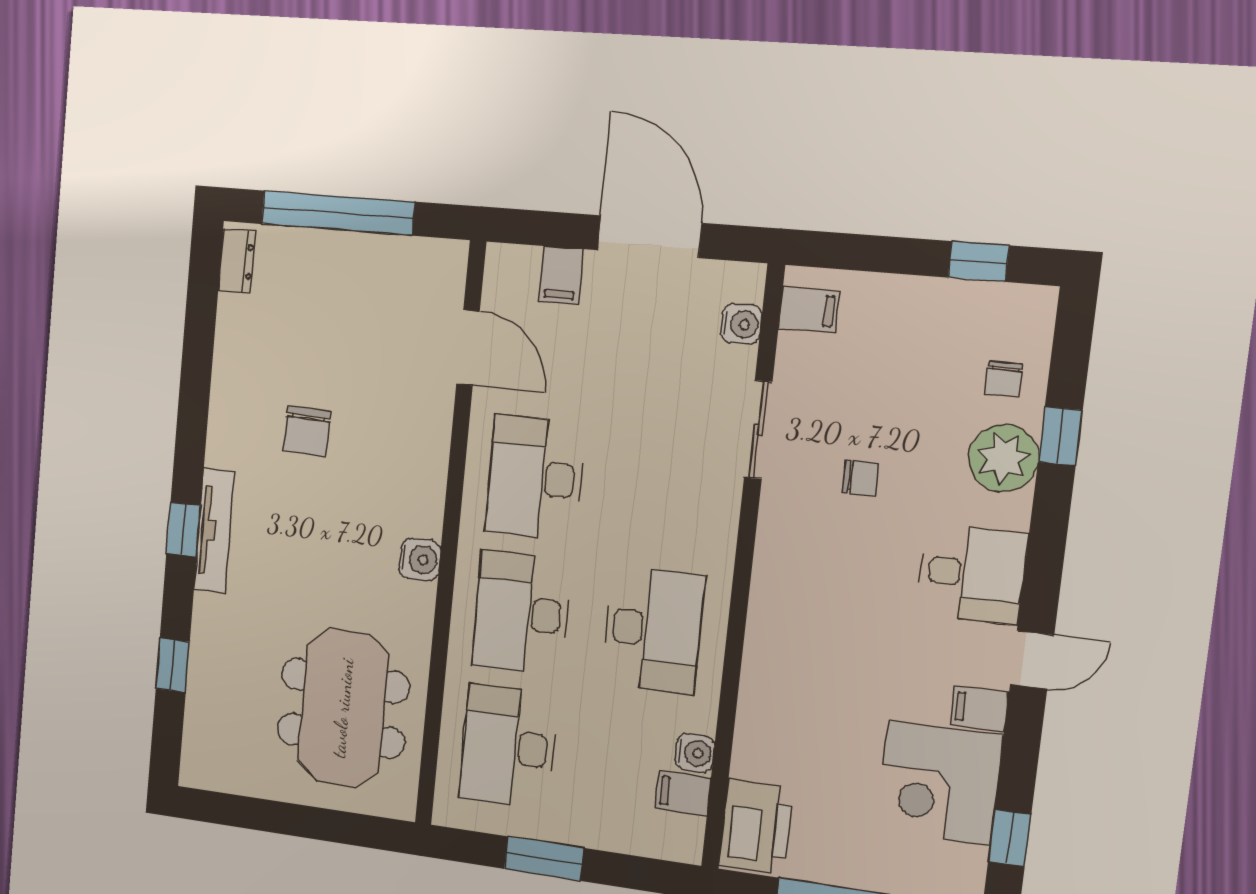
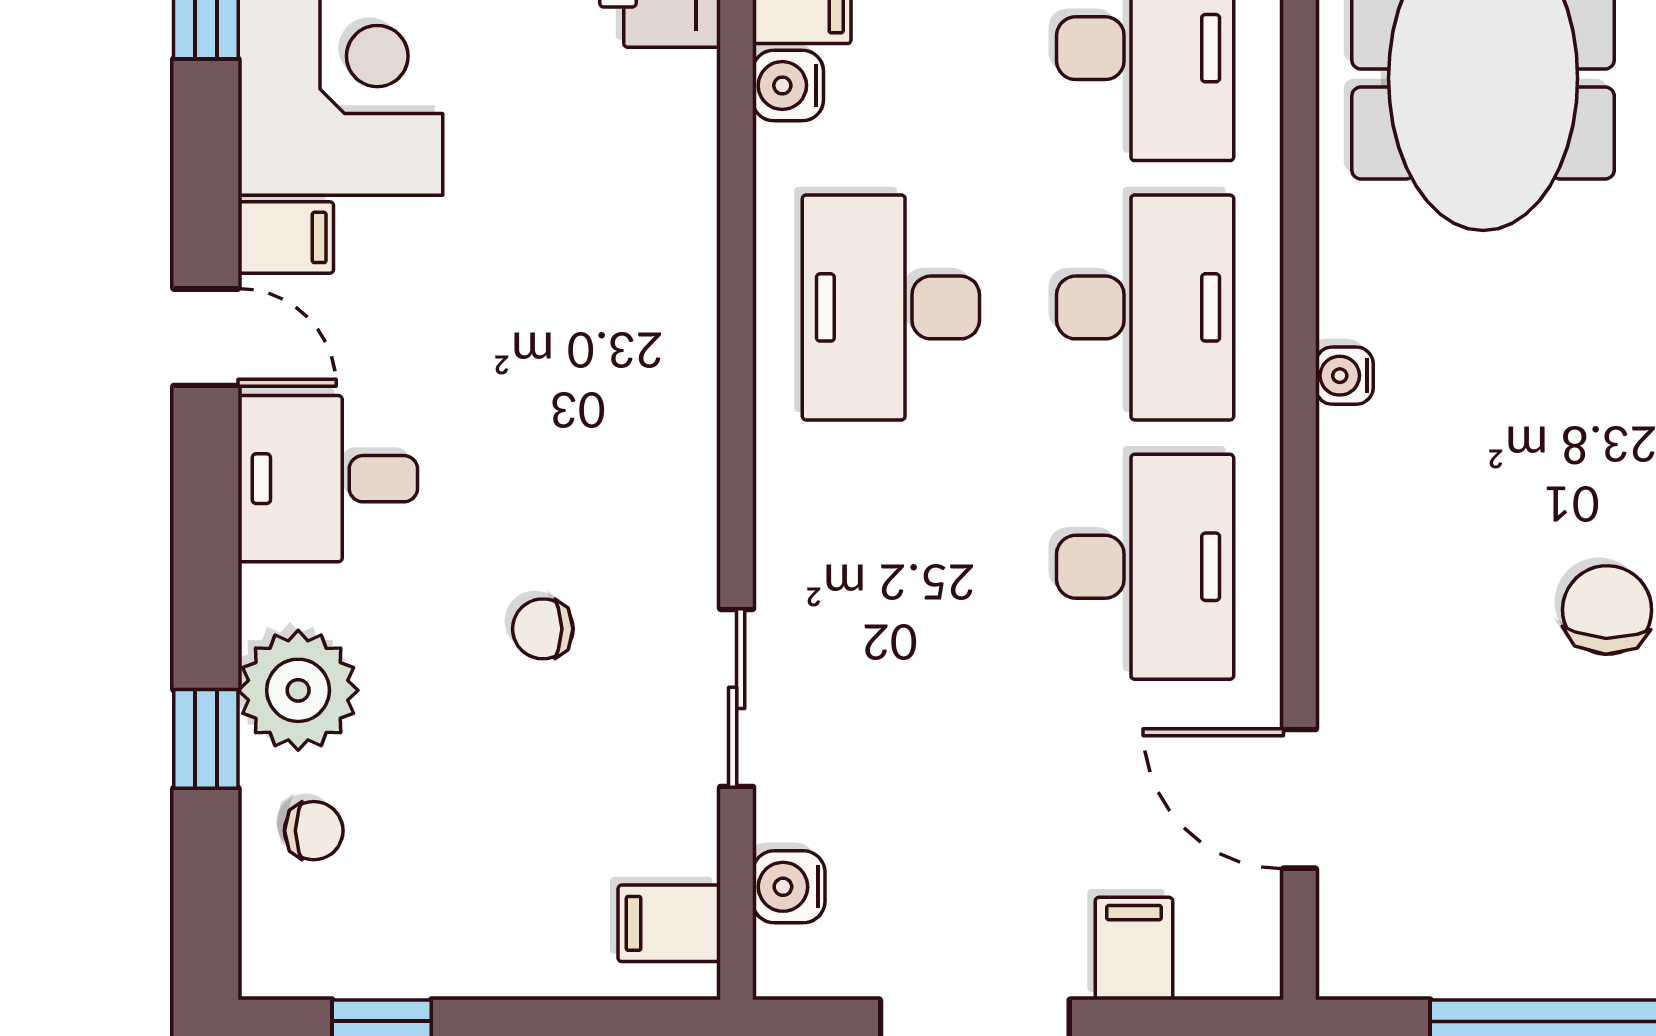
chair: (1004, 379) -> (314, 831), turned 90
water cooler: (420, 559) -> (1344, 376), width x0.72, depth x0.72
door: (1032, 660) -> (206, 337), swing flipped

